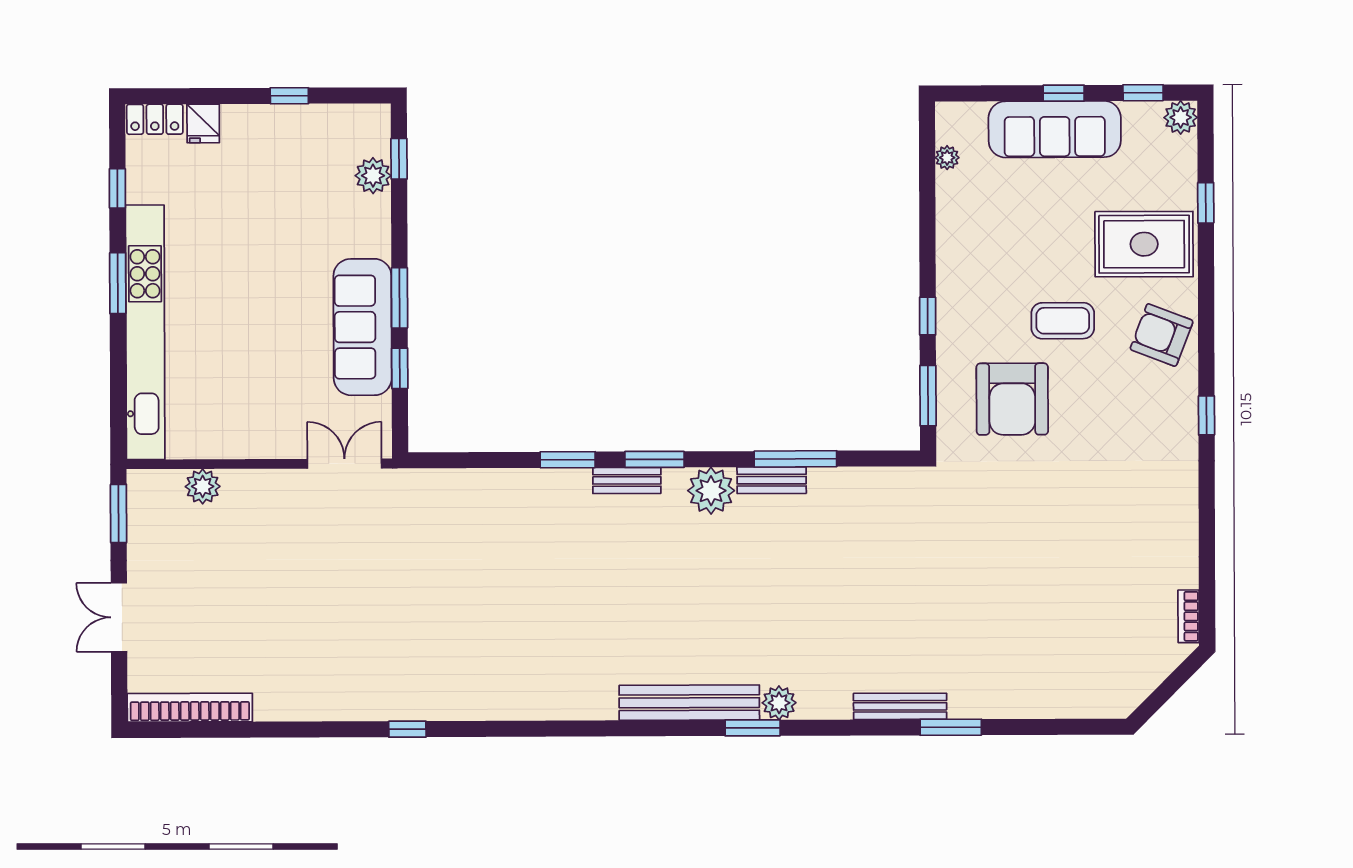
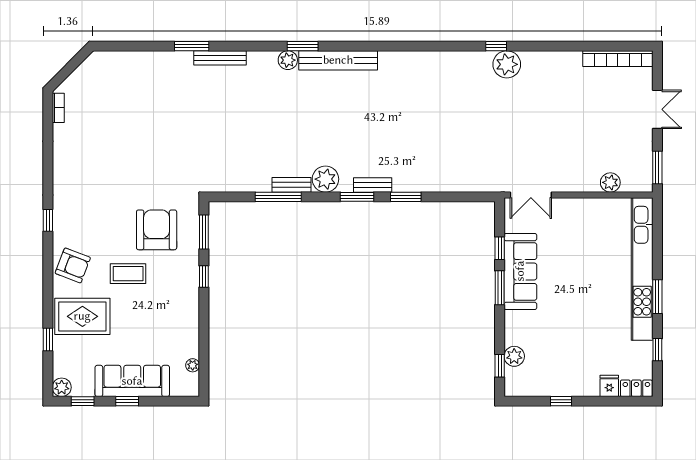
plant: (388, 697) -> (507, 64), added

